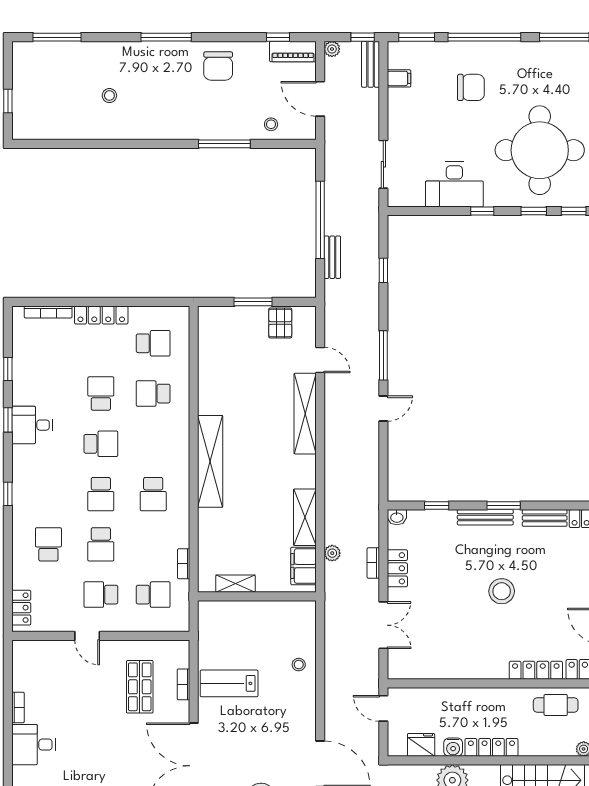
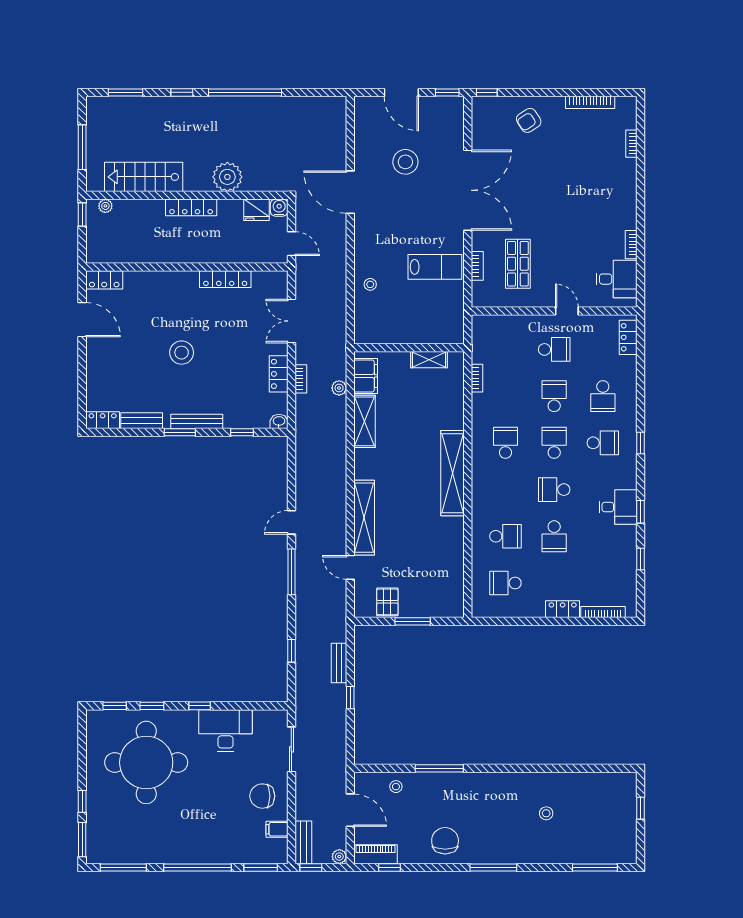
chair: (471, 87) -> (262, 796), moved
window: (320, 220) -> (350, 698), width x0.32
locker: (101, 315) -> (563, 609), width x0.66
school desk: (153, 595) -> (603, 443), moved, turned 180
locker: (536, 670) -> (225, 279), moved
cafe table: (556, 705) -> (131, 247), removed
desk: (34, 745) -> (617, 279), moved
water cooler: (453, 747) -> (279, 208), moved

